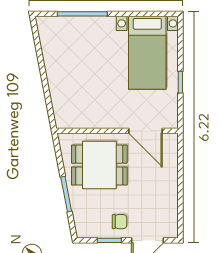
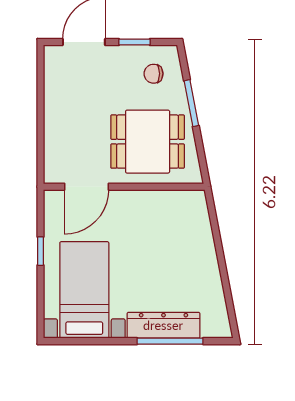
dresser: (87, 26) -> (163, 325), added
door: (146, 131) -> (86, 187), swing flipped
chair: (119, 222) -> (154, 74), moved

